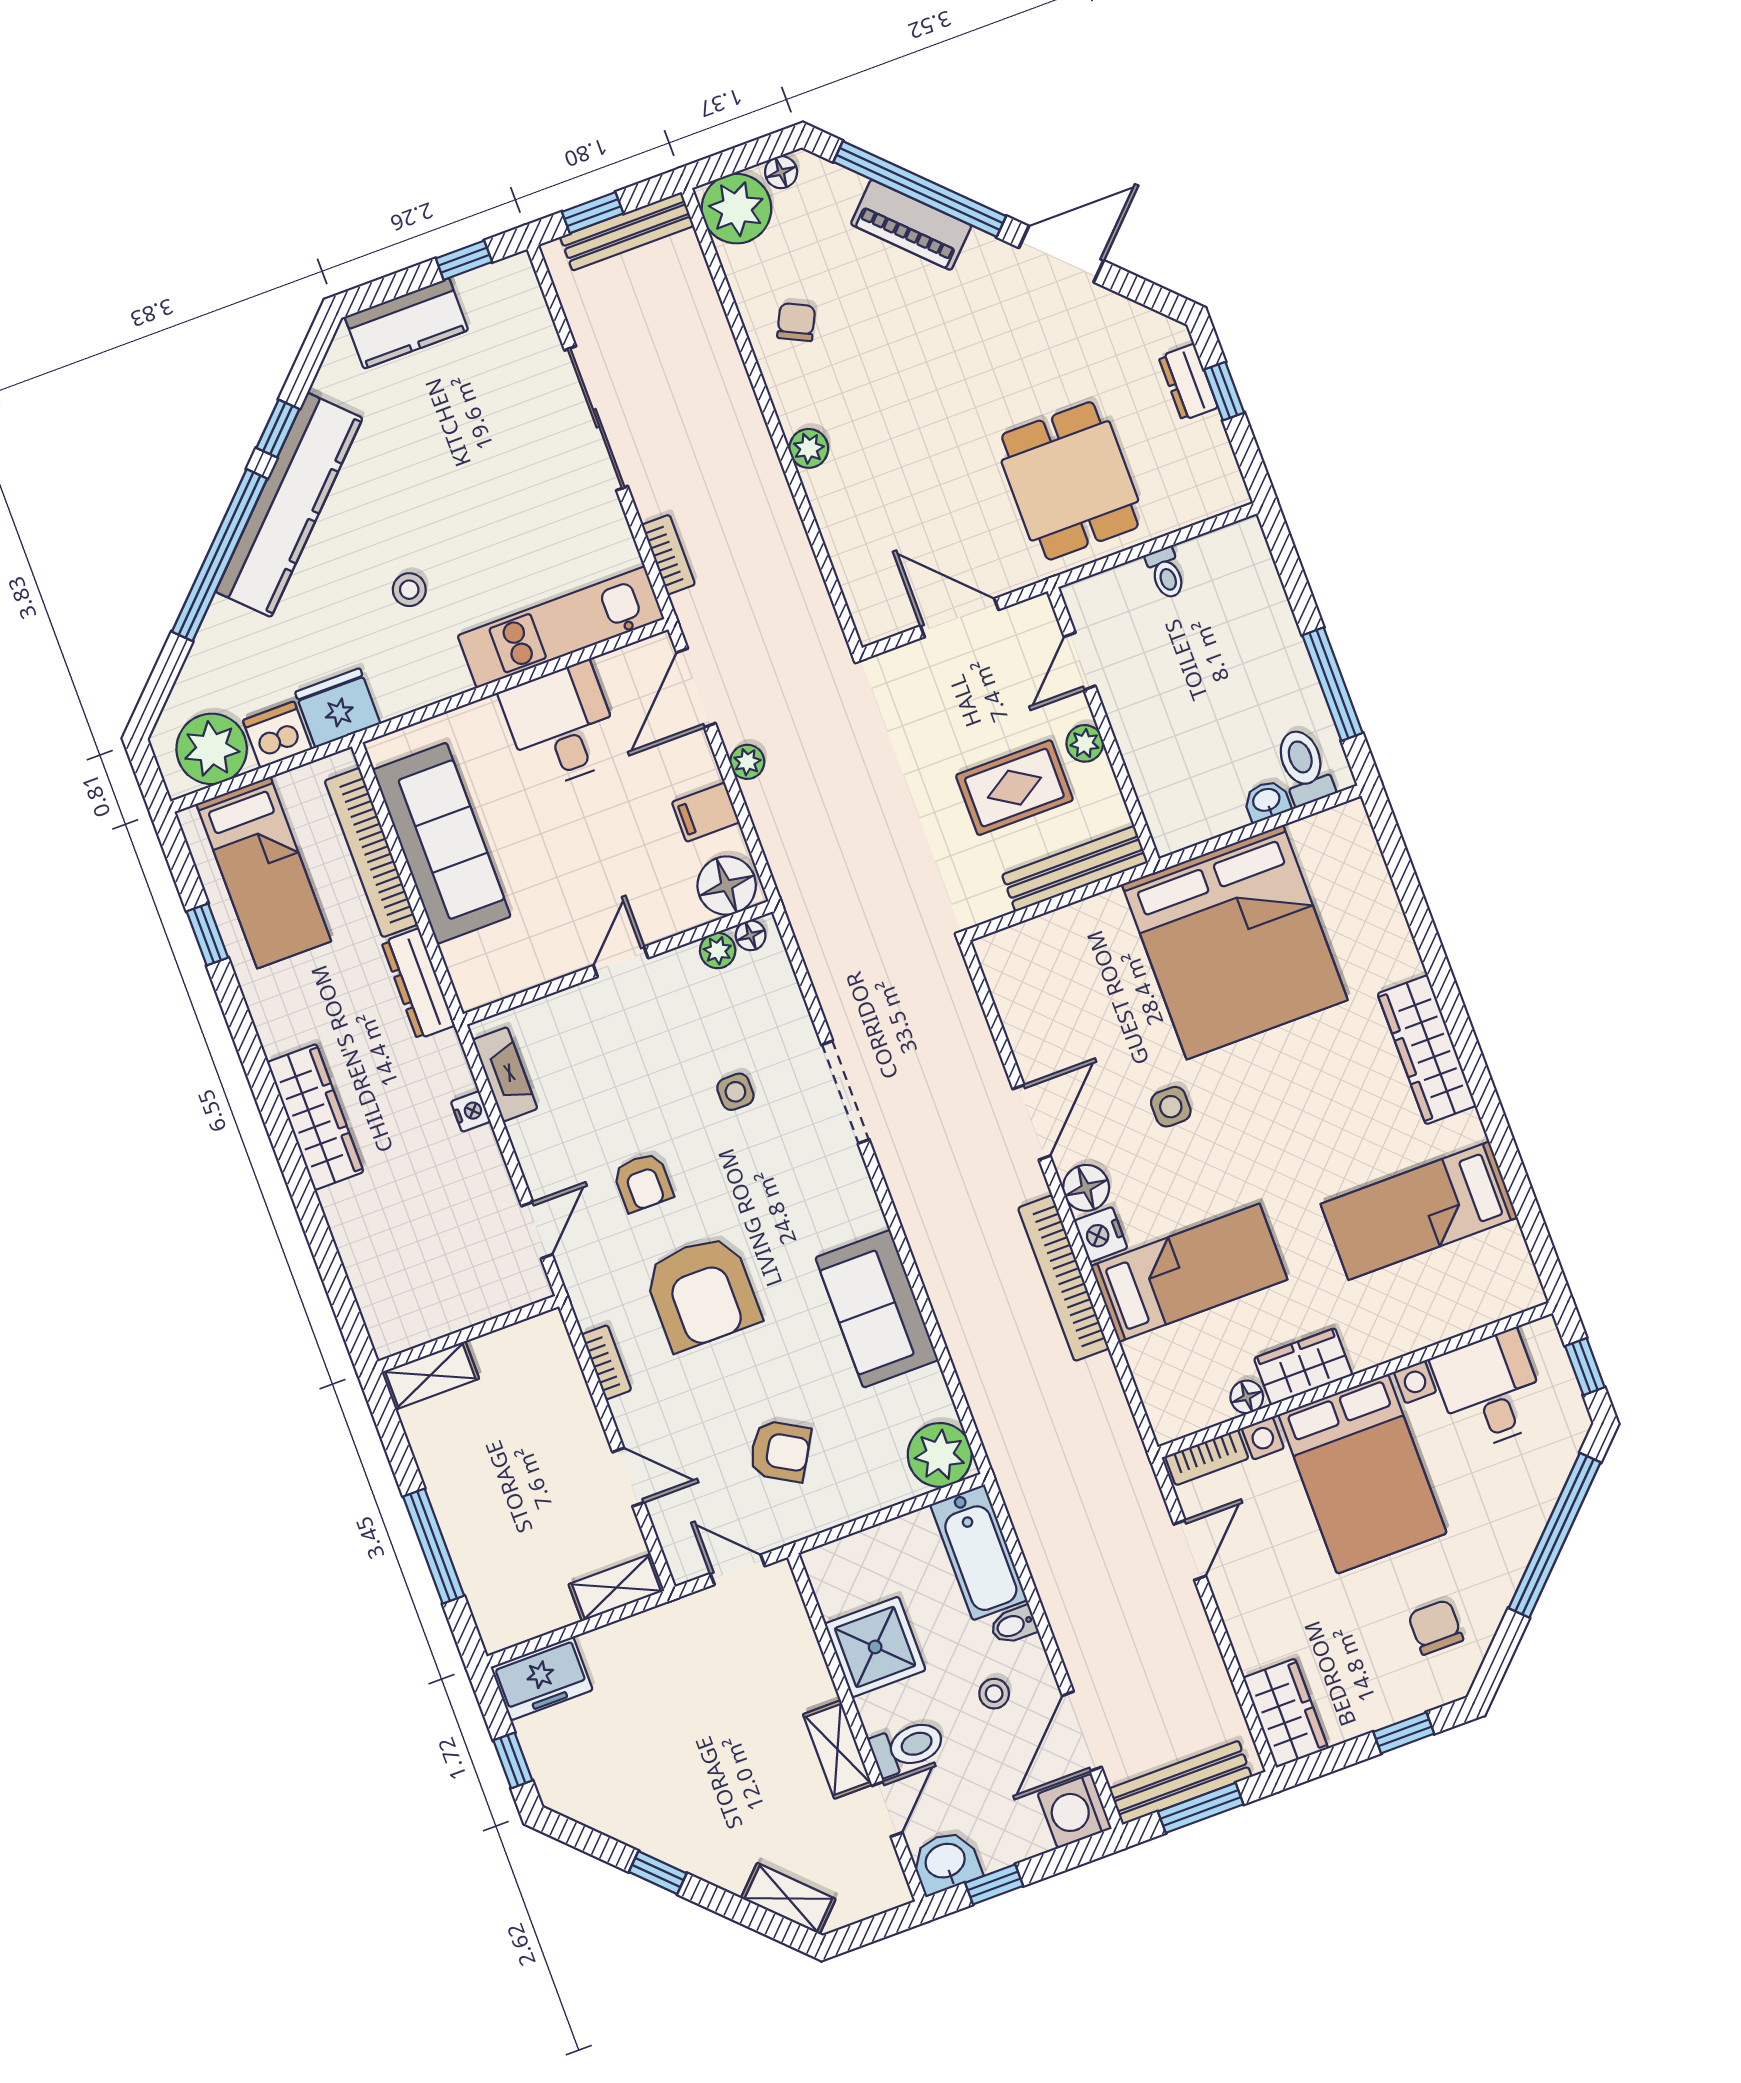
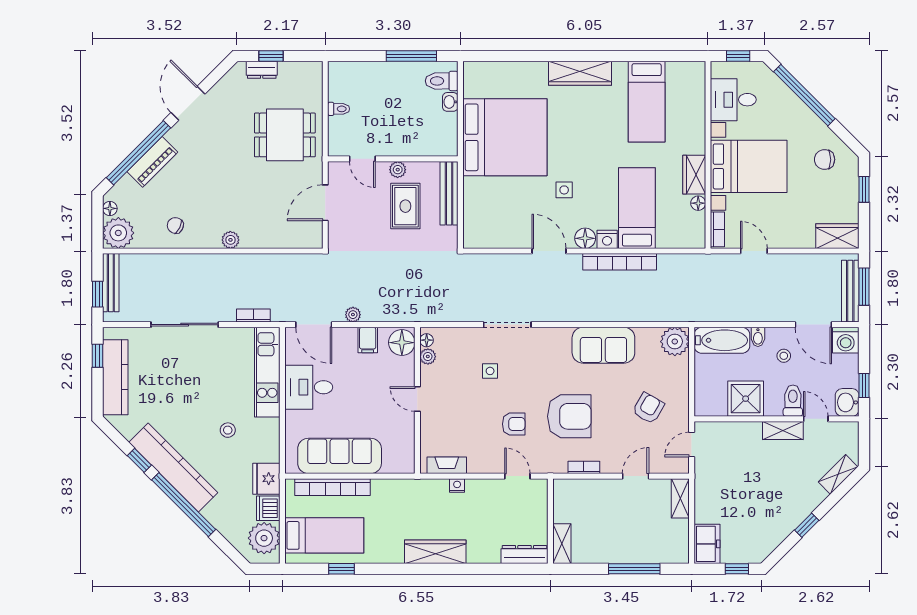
kitchen counter: (406, 323) -> (115, 377), width x1.50
dresser: (418, 984) -> (525, 555), moved, turned 180

